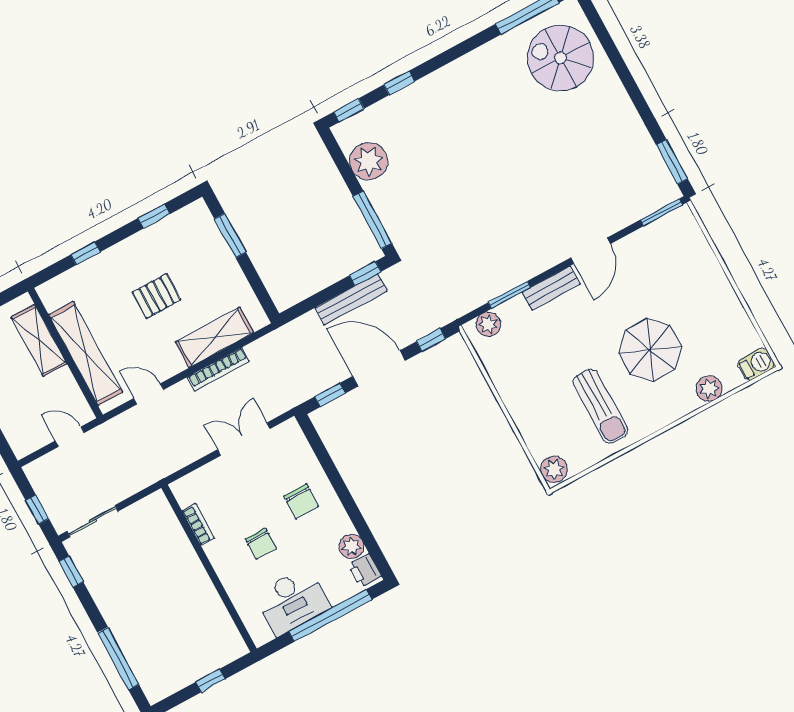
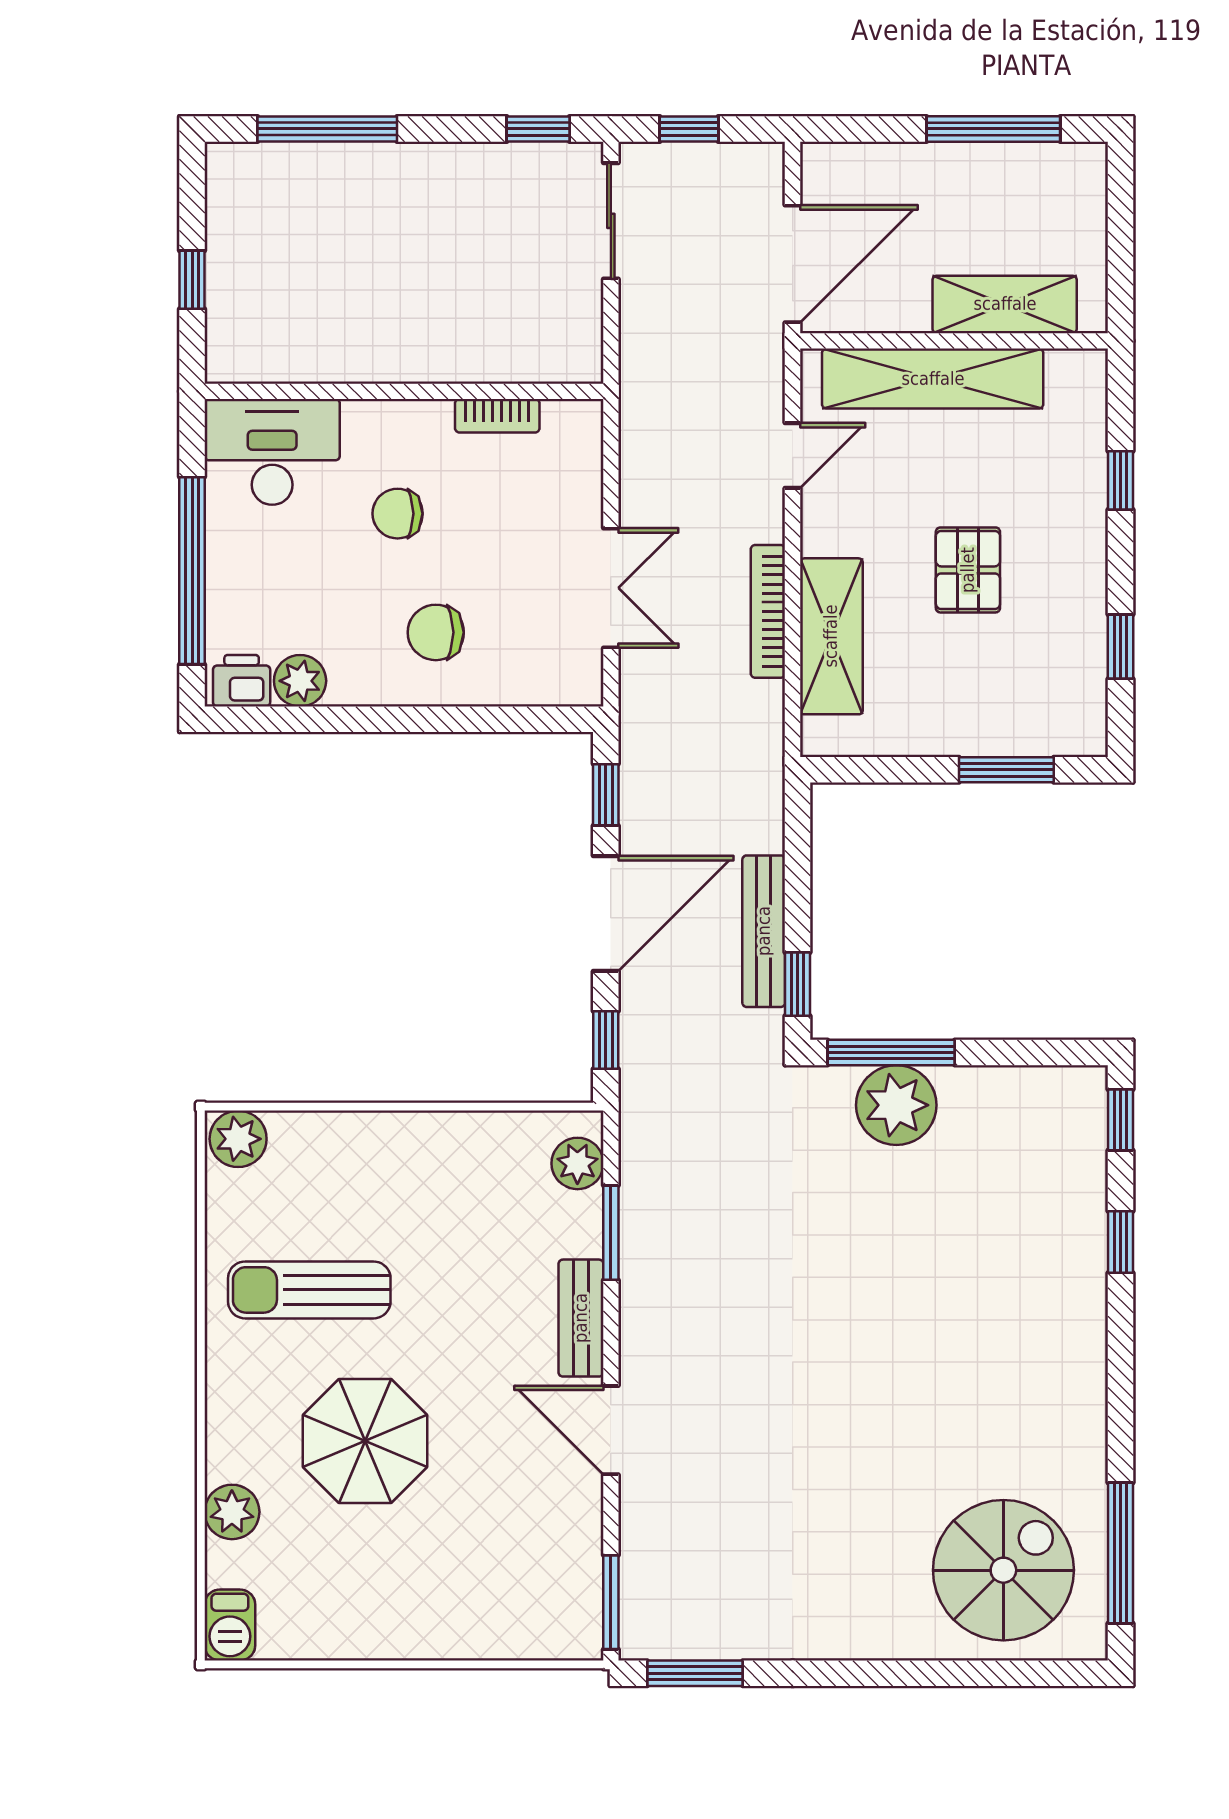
plant: (369, 161) -> (896, 1105), moved
door: (70, 437) -> (793, 264), width x1.87
desk: (292, 601) -> (272, 452), moved, turned 90

